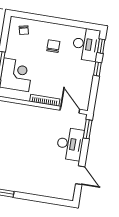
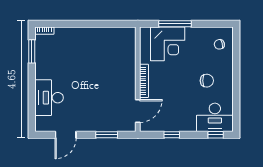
window: (97, 69) -> (172, 135), moved
window: (88, 129) -> (107, 135), moved
desk: (70, 144) -> (49, 98), moved, turned 90

